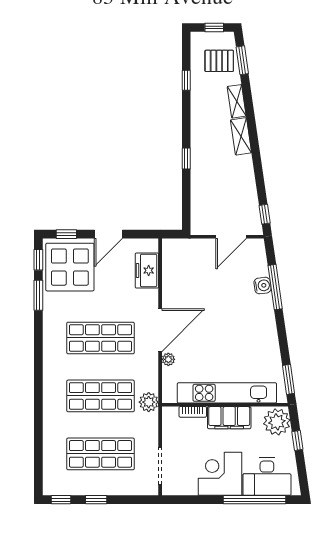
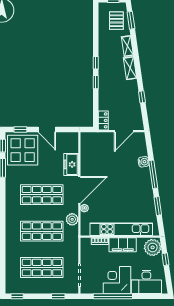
pallet: (219, 61) -> (116, 21), turned 90
window: (186, 80) -> (96, 63), moved
window: (265, 214) -> (142, 97), moved
locker: (198, 220) -> (103, 120), added
door: (108, 234) -> (47, 130), hinge flipped
freezer: (147, 270) -> (71, 164), moved
window: (275, 287) -> (153, 174), moved
window: (288, 379) -> (158, 206), moved
plant: (149, 402) -> (72, 219), moved
window: (96, 500) -> (58, 296), moved
window: (255, 500) -> (113, 296), moved

